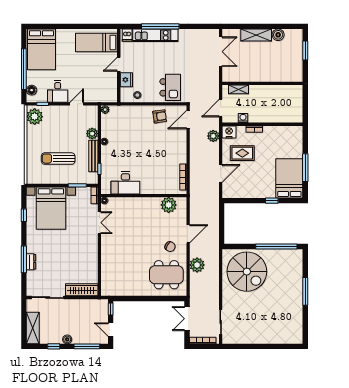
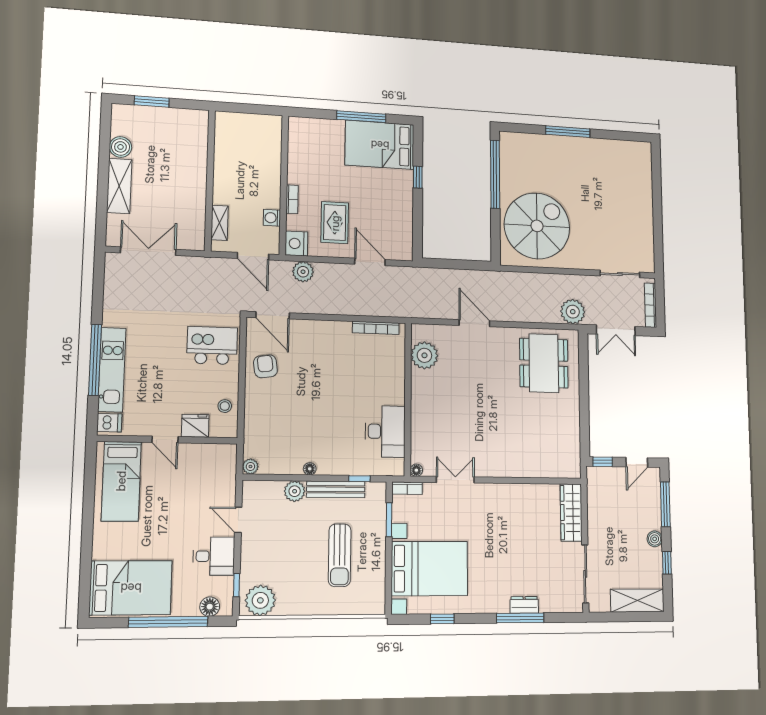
chair: (170, 247) -> (496, 355), removed
plant: (197, 265) -> (573, 312), moved

